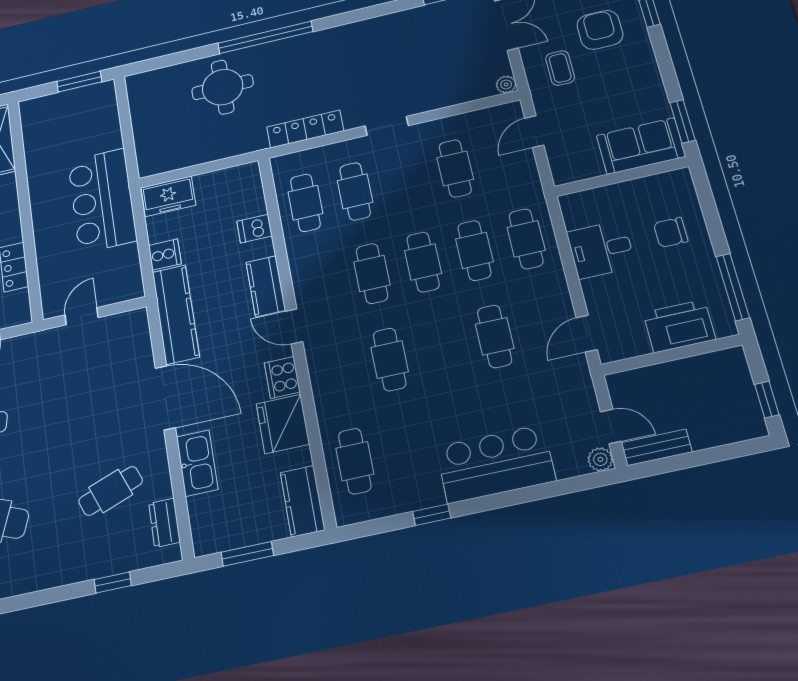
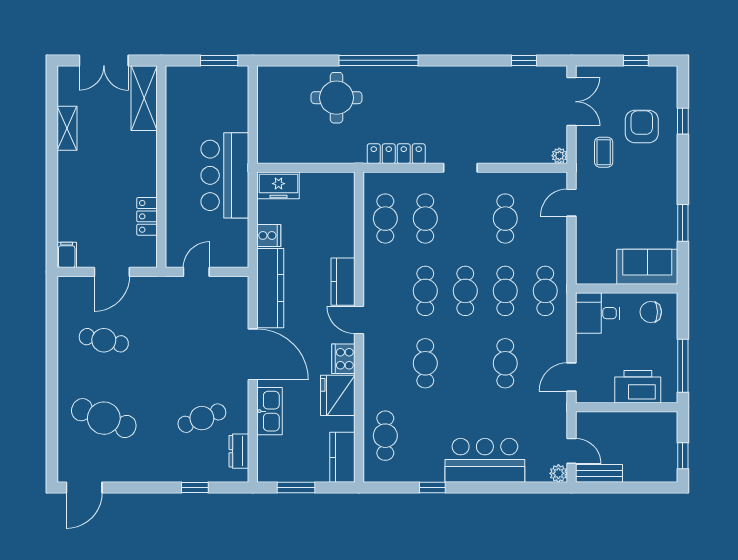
sofa: (641, 146) -> (647, 267), moved
wall: (621, 177) -> (627, 289), moved
dishwasher: (255, 229) -> (342, 231), removed

